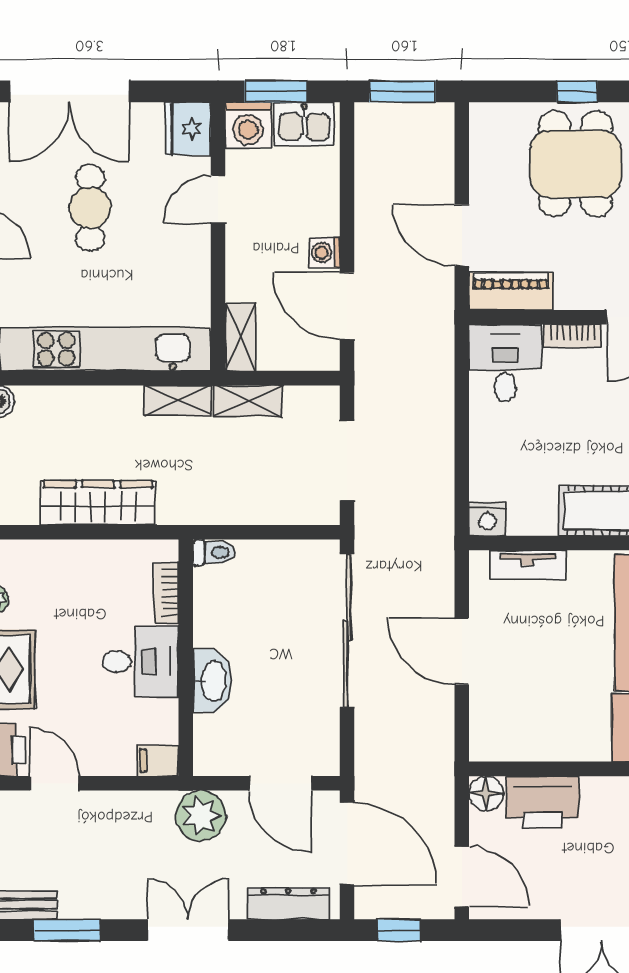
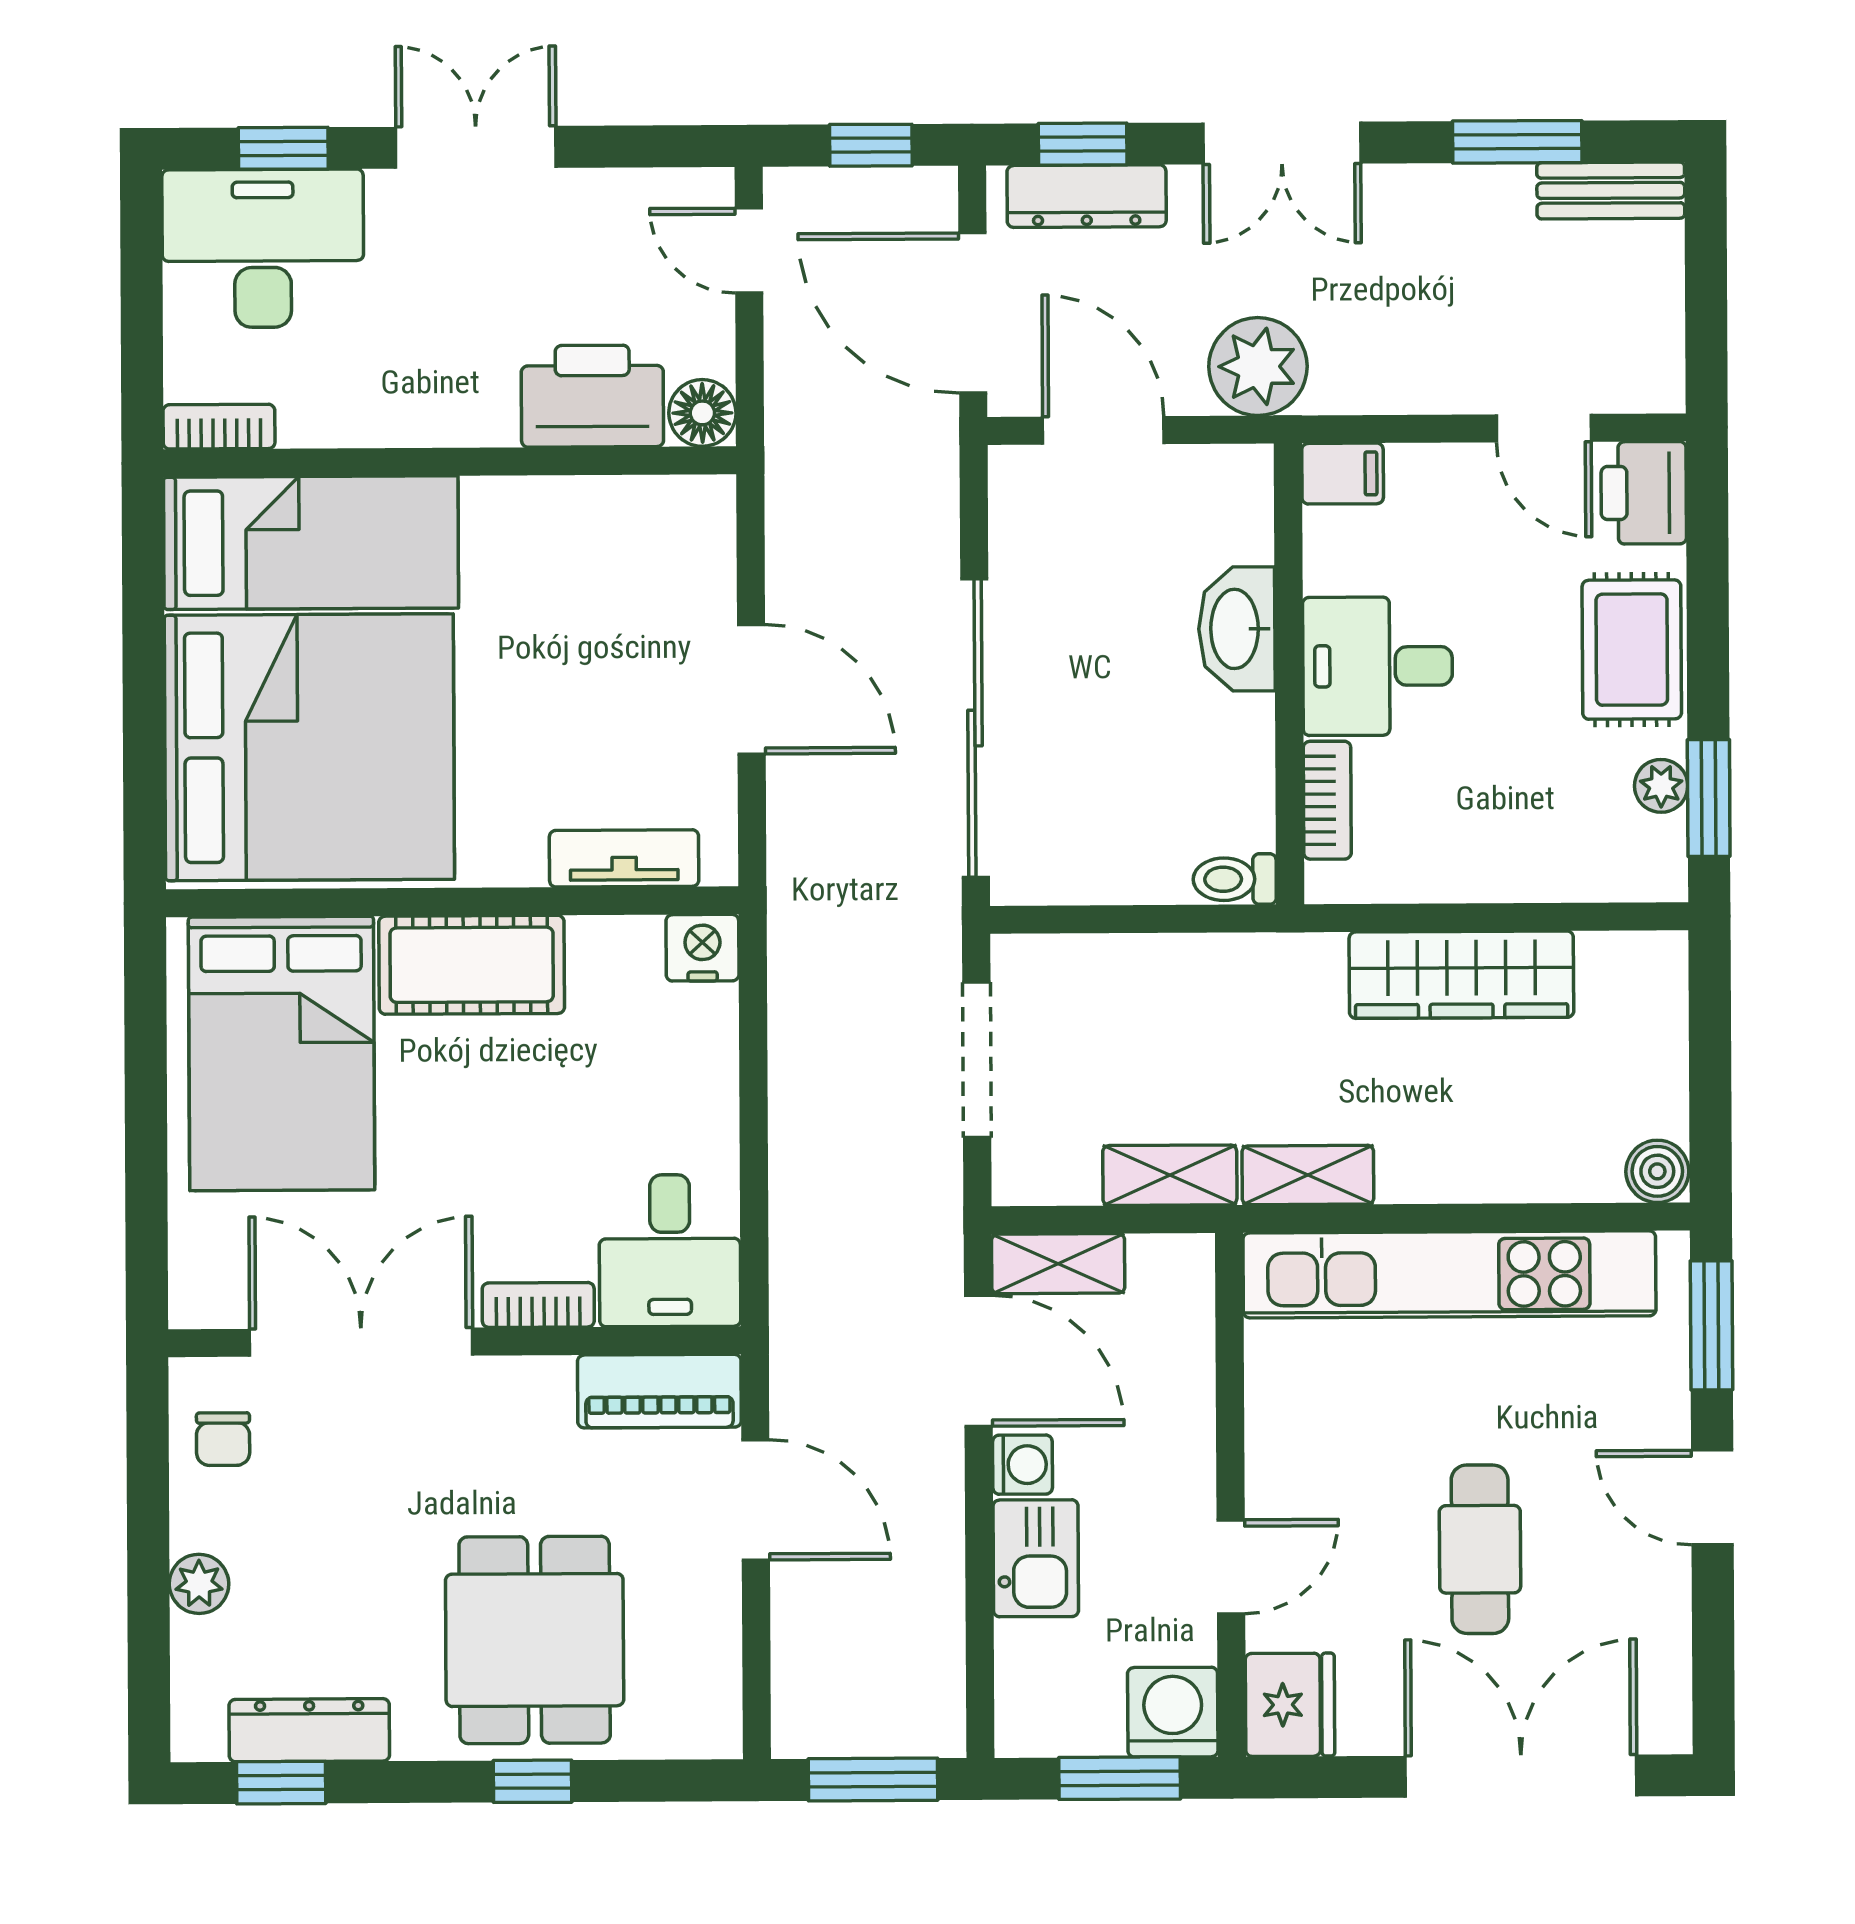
kitchen sink: (304, 124) -> (1036, 1558), moved, turned 90
shelving: (241, 337) -> (1058, 1264), moved, turned 90
door: (462, 877) -> (749, 250), width x0.73
window: (290, 930) -> (1083, 144), added

